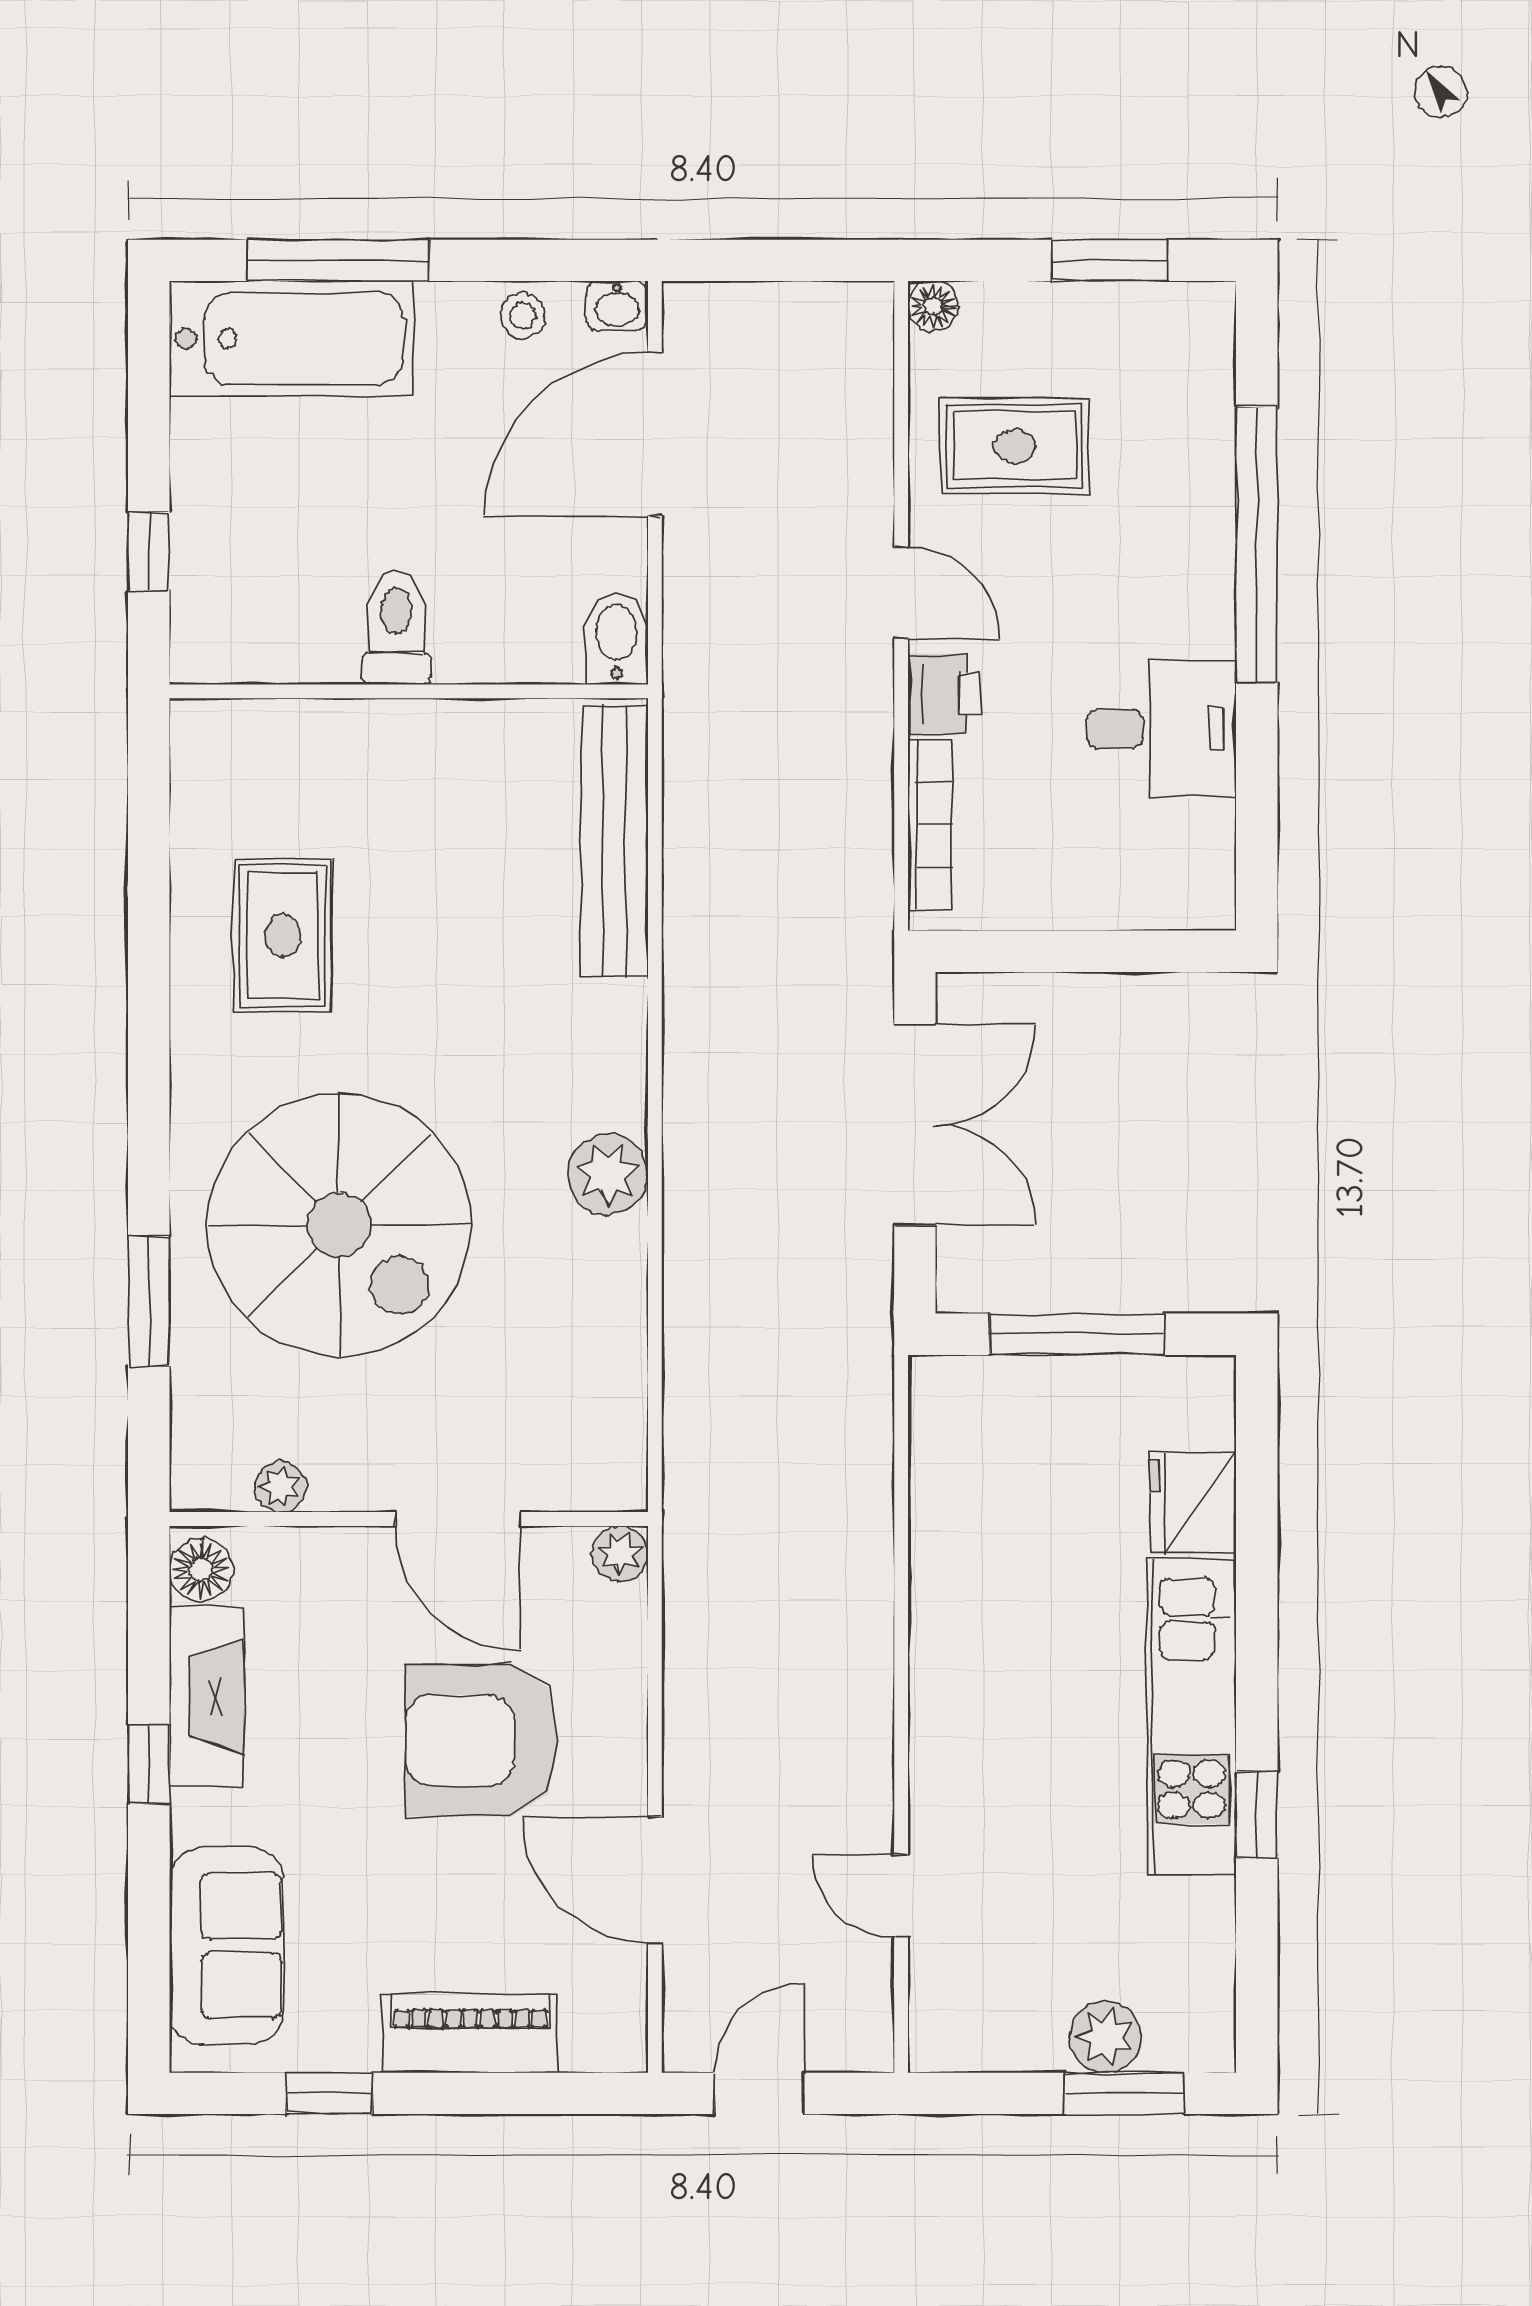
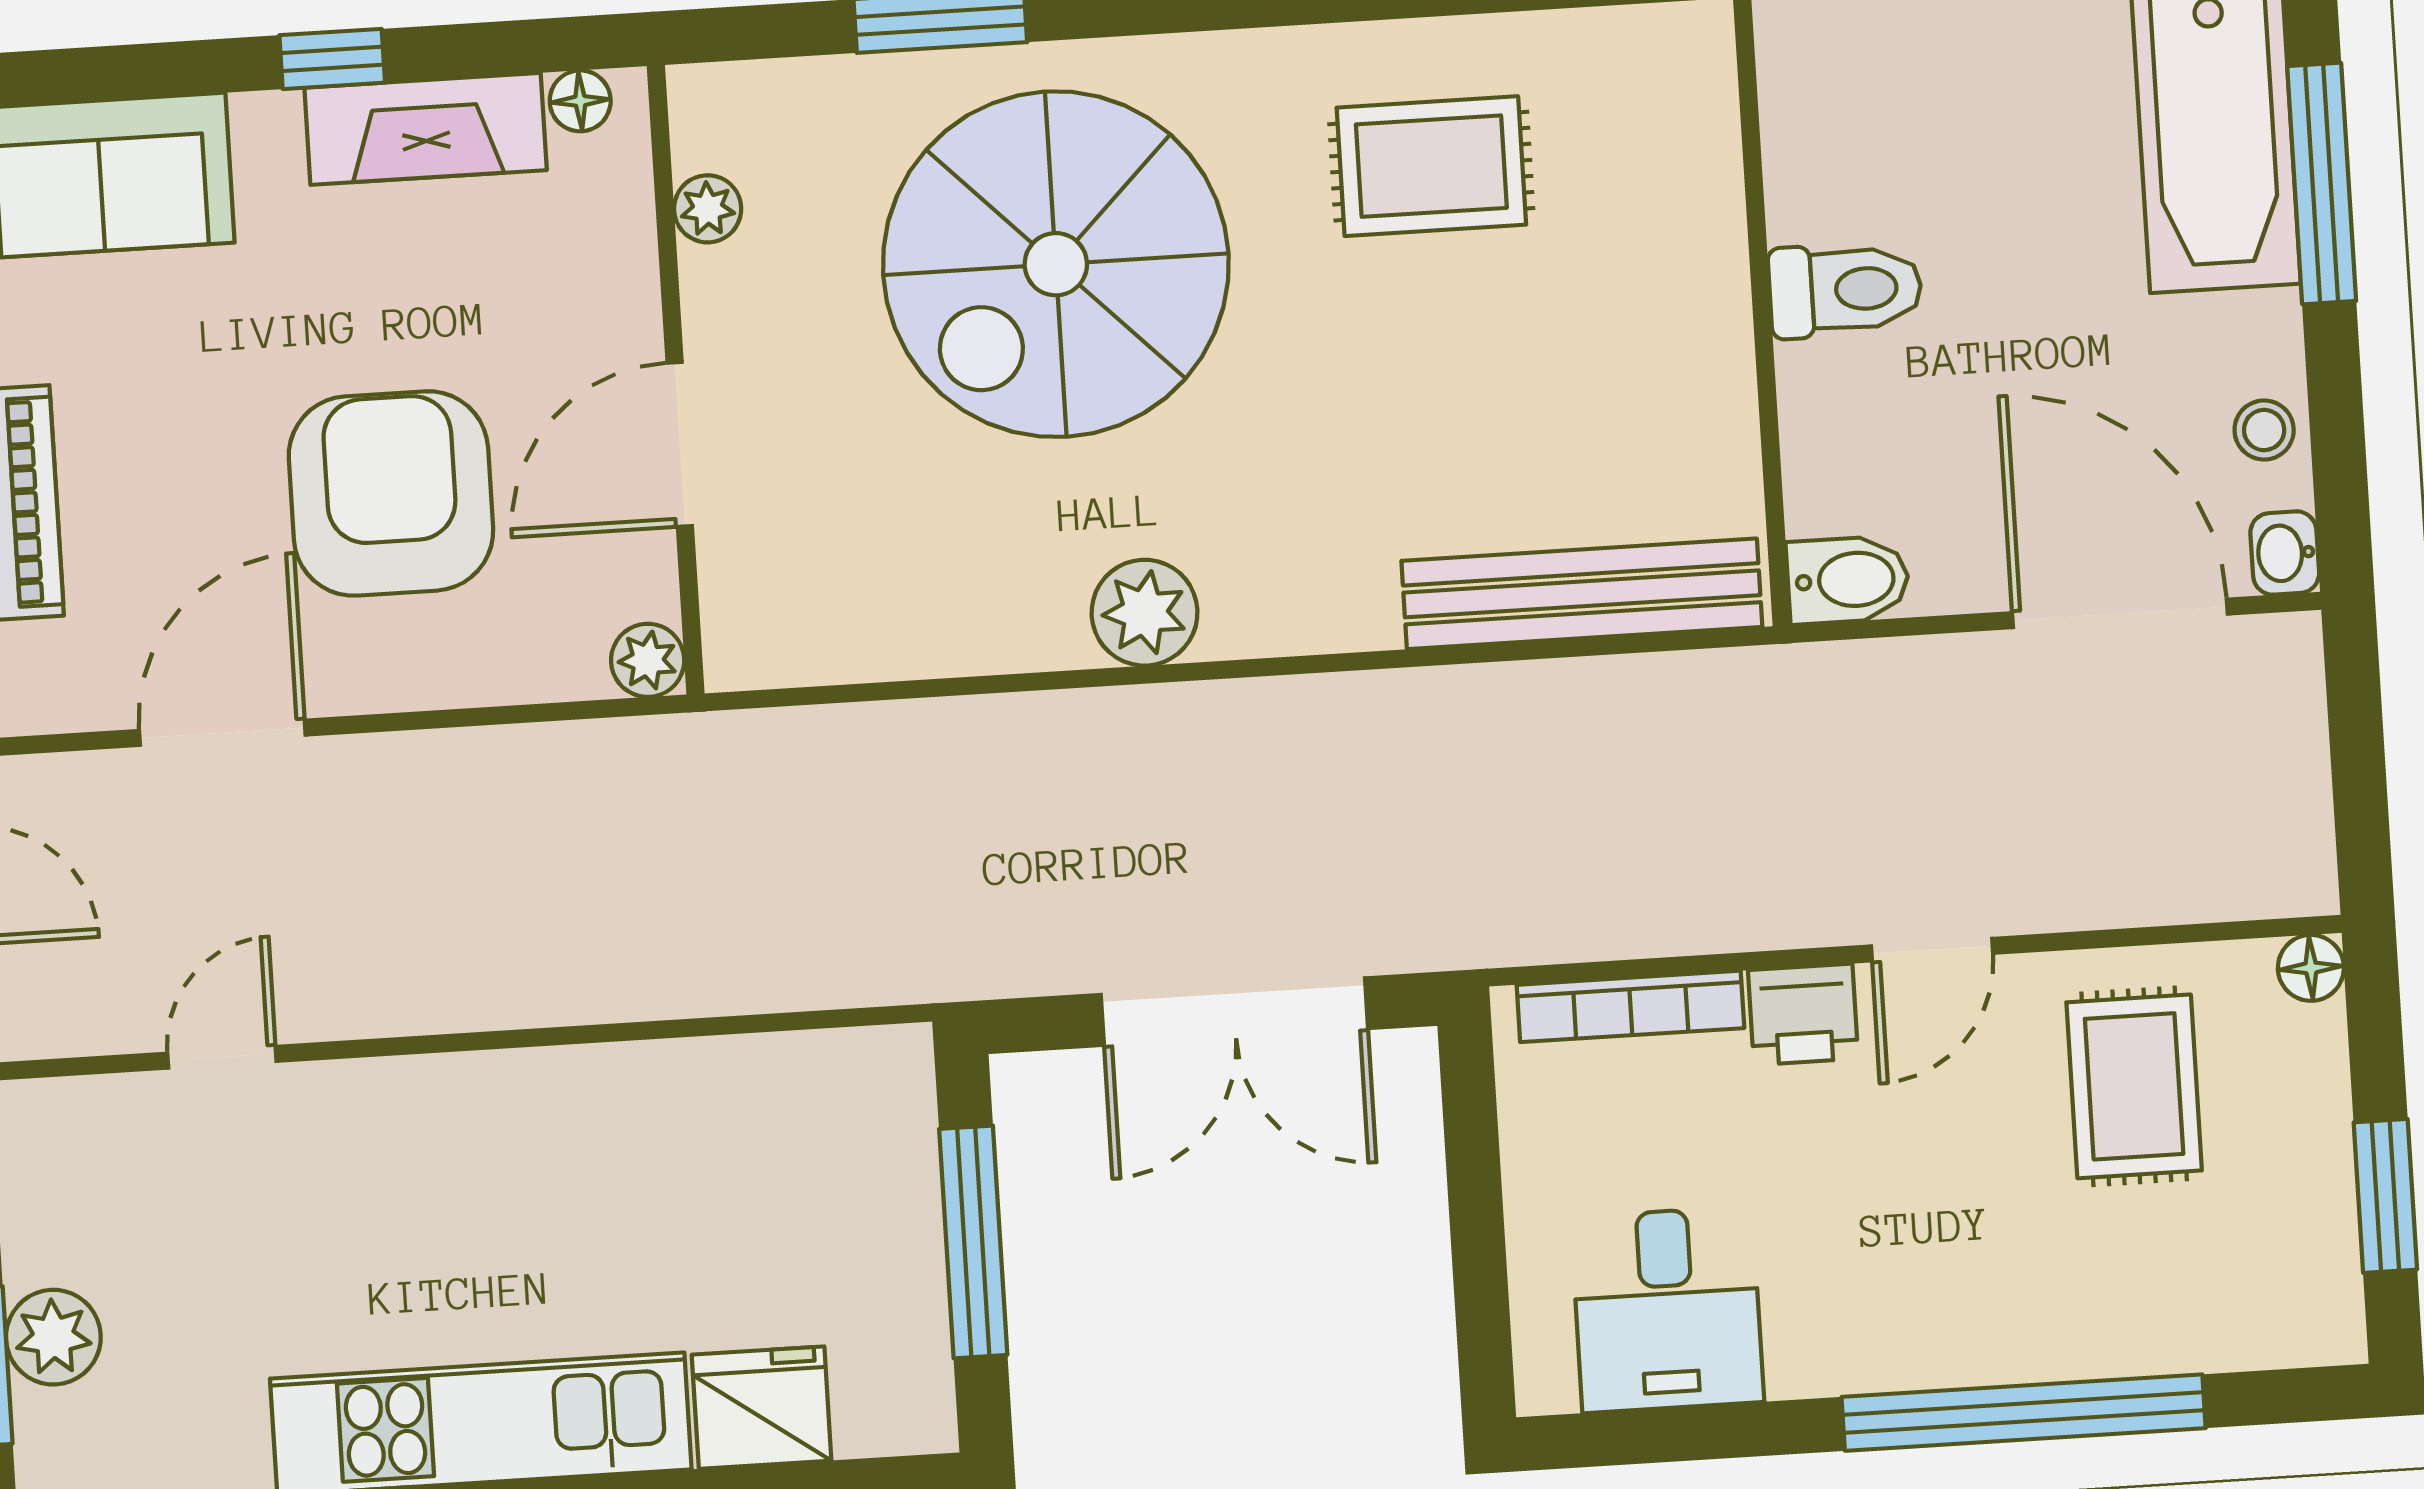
desk: (1162, 729) -> (1667, 1309), moved
floor lamp: (201, 1569) -> (580, 101), width x0.73, depth x0.73

